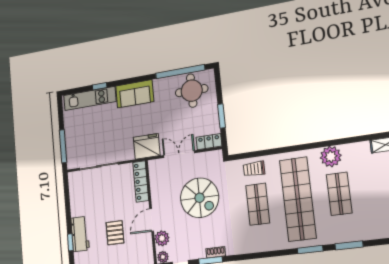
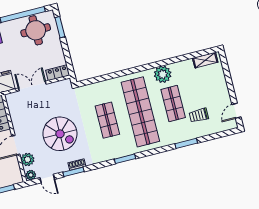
window: (221, 116) -> (60, 27), moved
trolley: (254, 169) -> (199, 115), moved
spiral stairs: (200, 198) -> (60, 134), moved
window: (310, 250) -> (125, 159), moved

